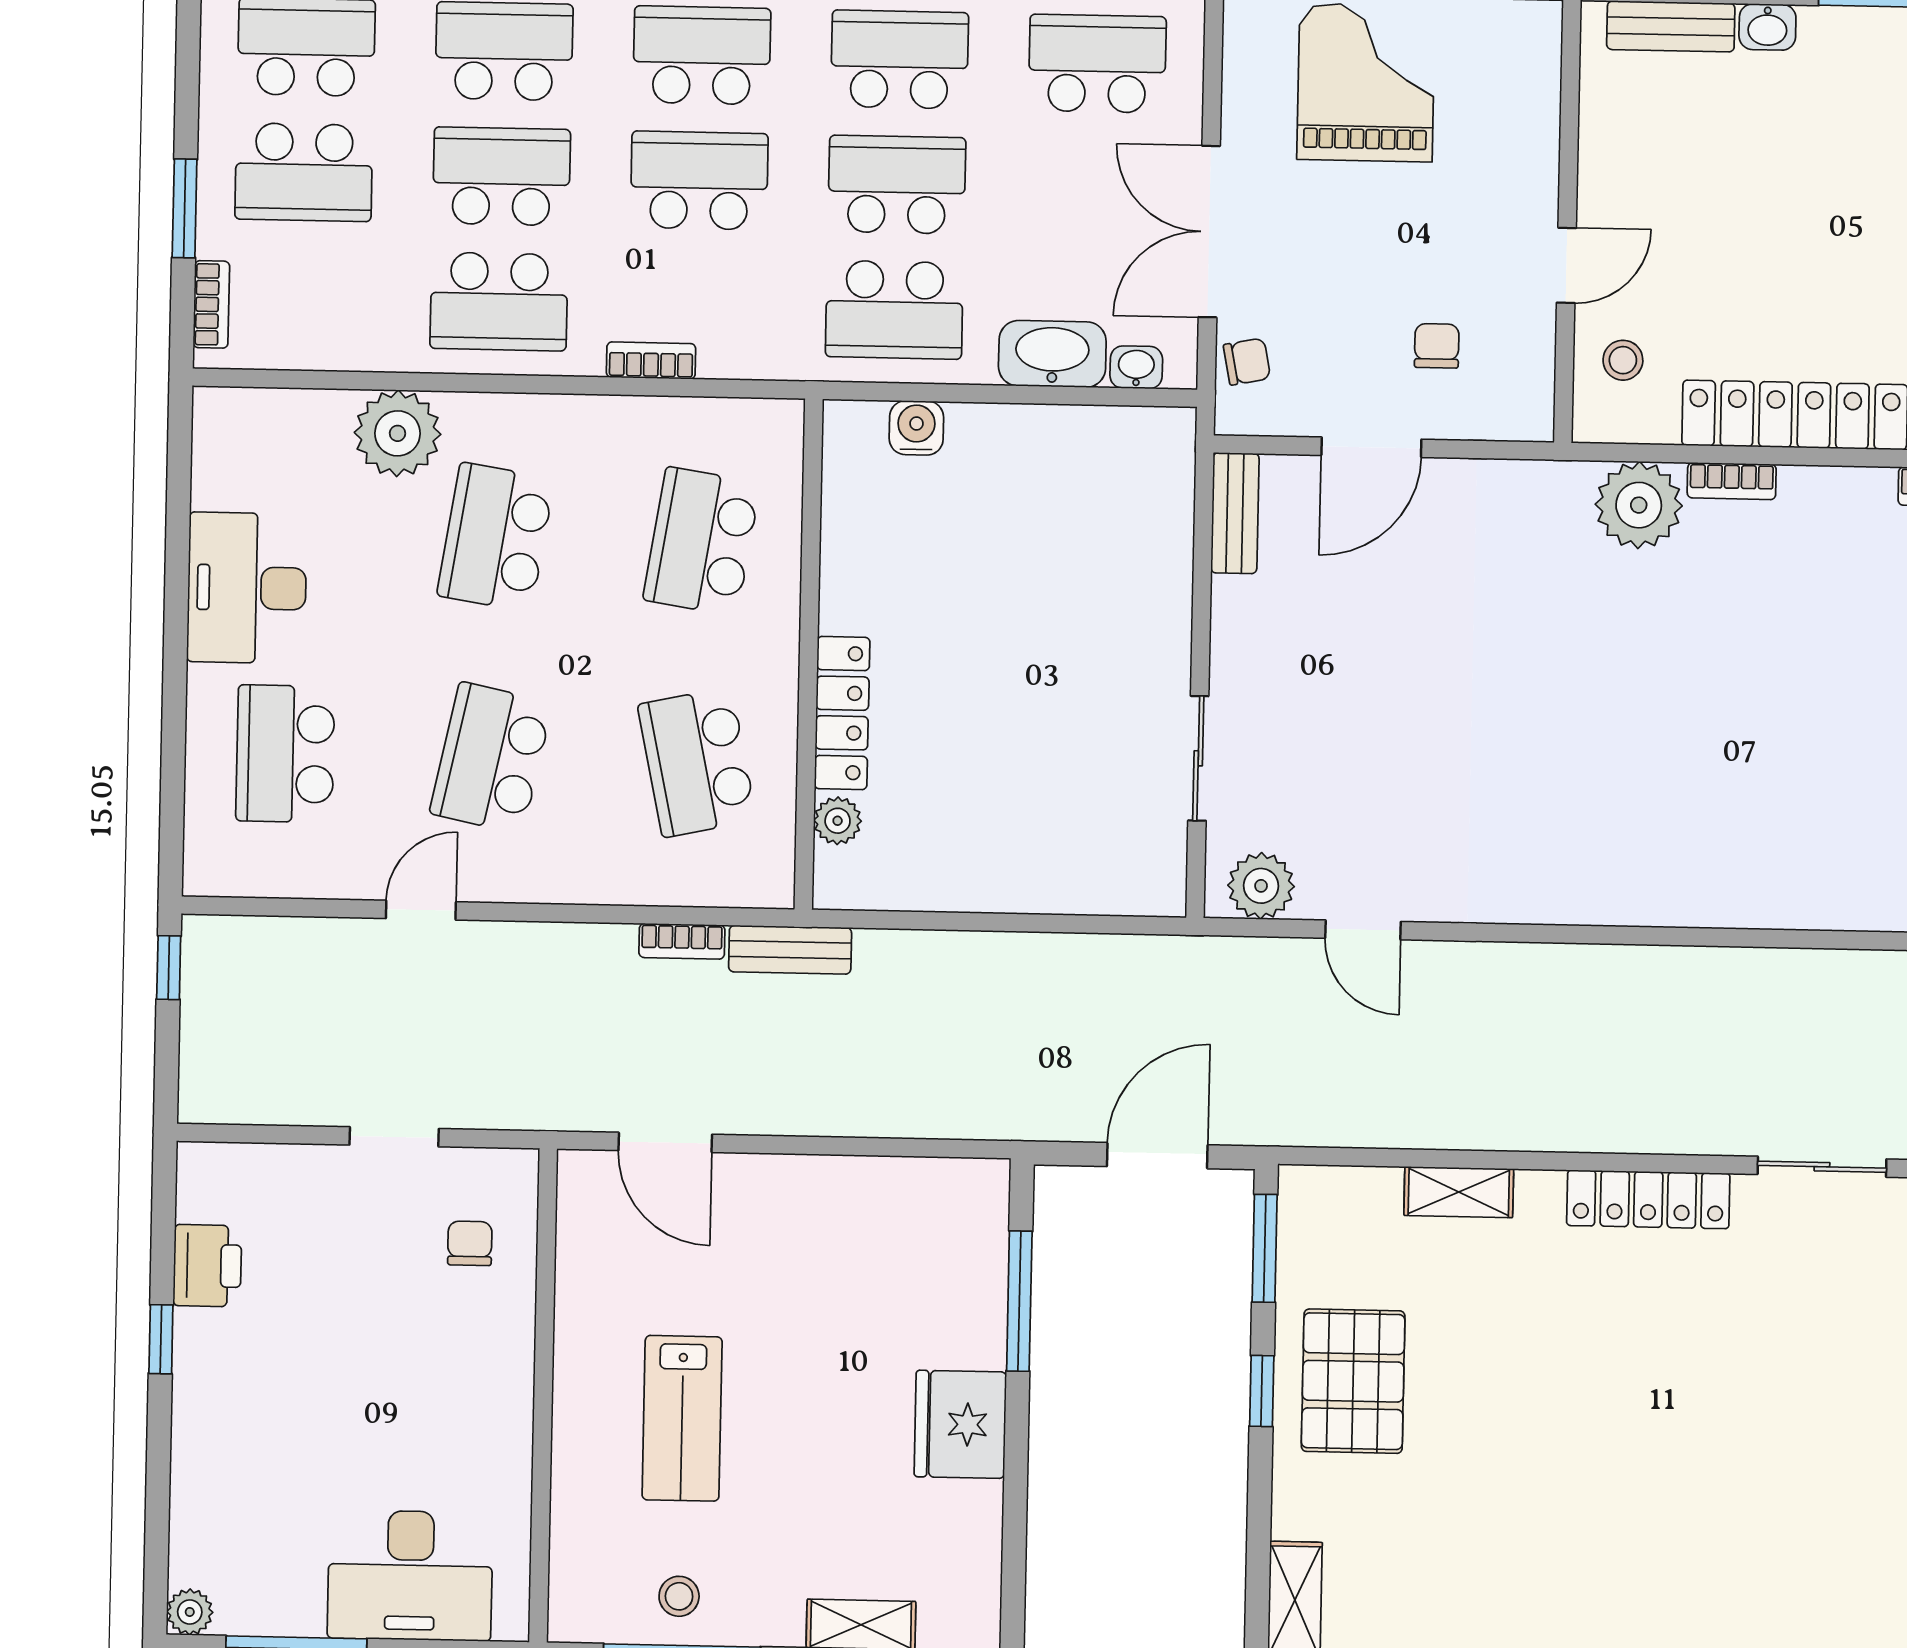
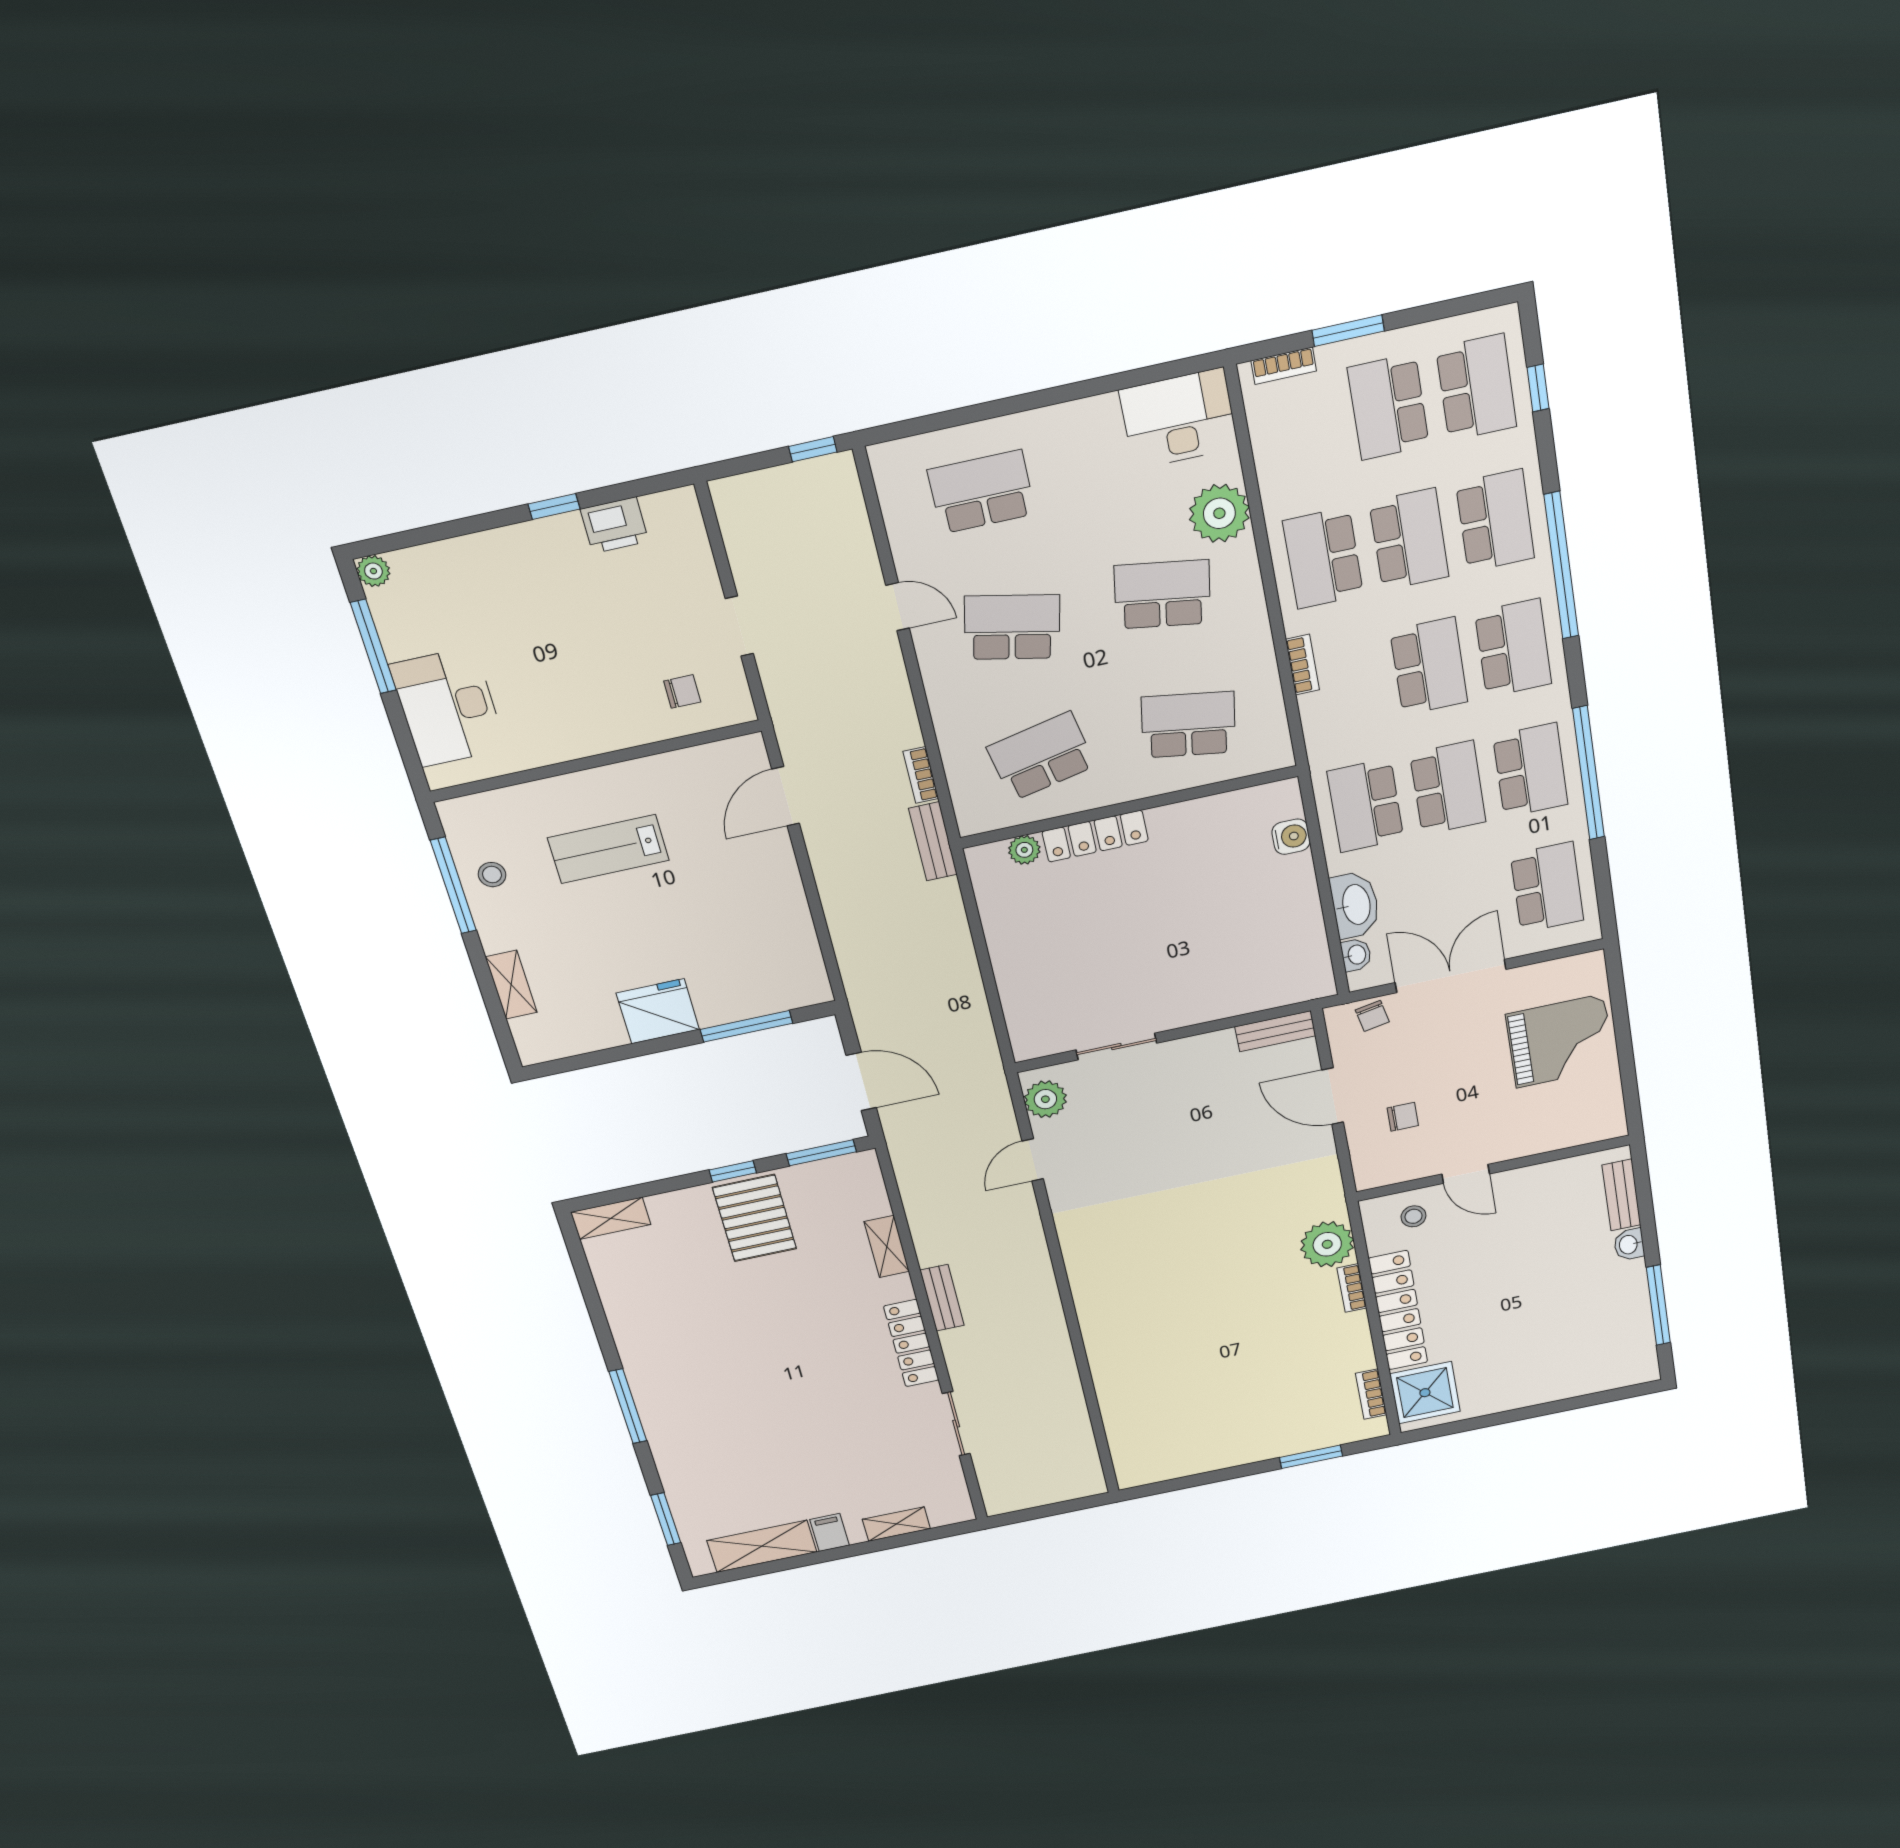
desk: (247, 588) -> (1179, 419), moved
bench: (1576, 1130) -> (942, 1298), added
pallet: (1353, 1381) -> (755, 1218), turned 90

